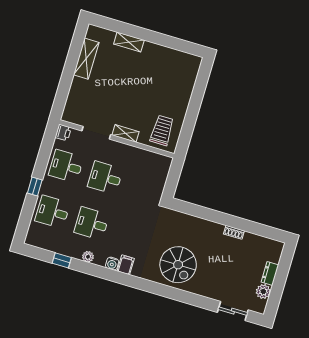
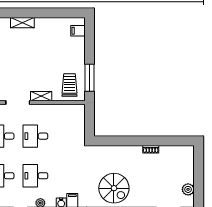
filing cabinet: (190, 70) -> (78, 31), added
window: (188, 129) -> (89, 78), added
dresser: (270, 273) -> (189, 173), removed

